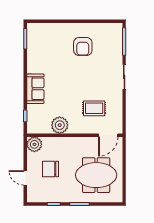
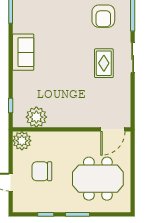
armchair: (83, 46) -> (103, 16), moved
sofa: (35, 89) -> (23, 52), moved
rug: (94, 108) -> (104, 63), moved, turned 90
plant: (60, 125) -> (36, 117), moved

